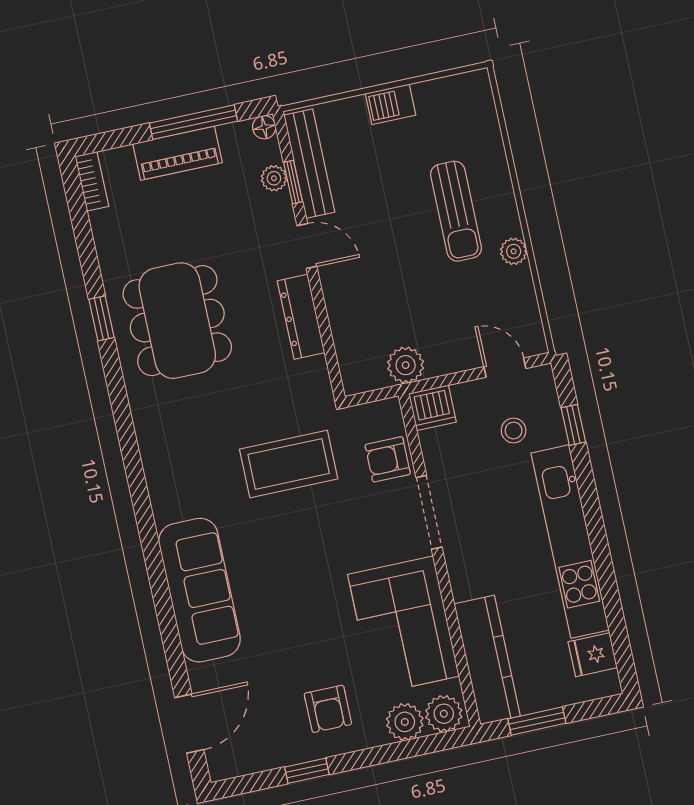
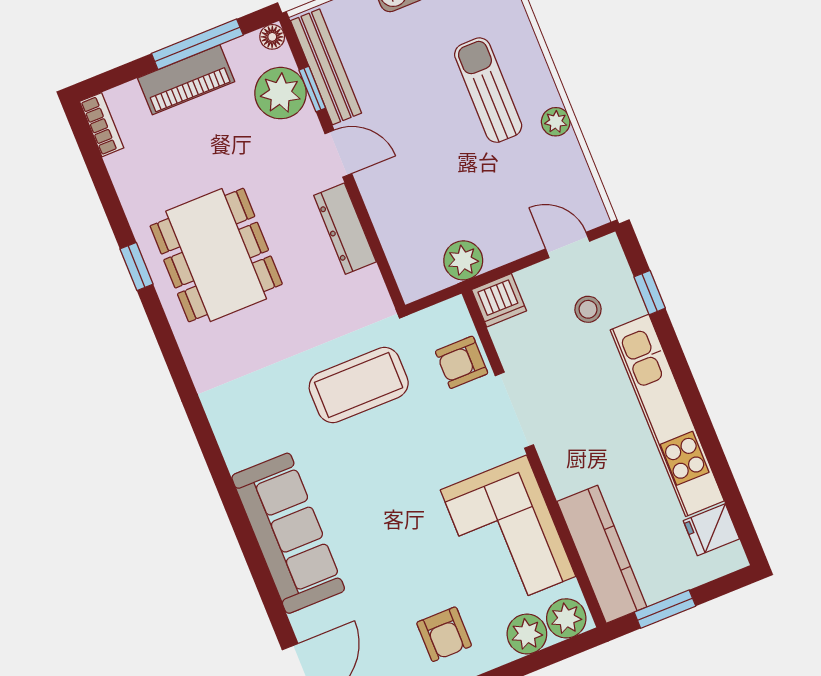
plant: (274, 178) -> (280, 93), width x1.87, depth x1.87
sun lounger: (456, 211) -> (488, 90), turned 180

